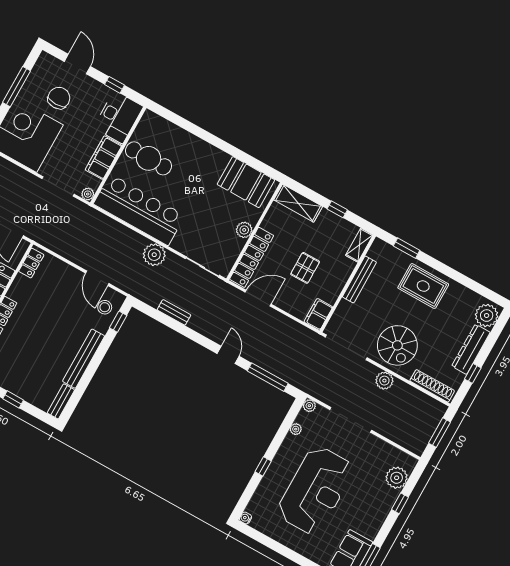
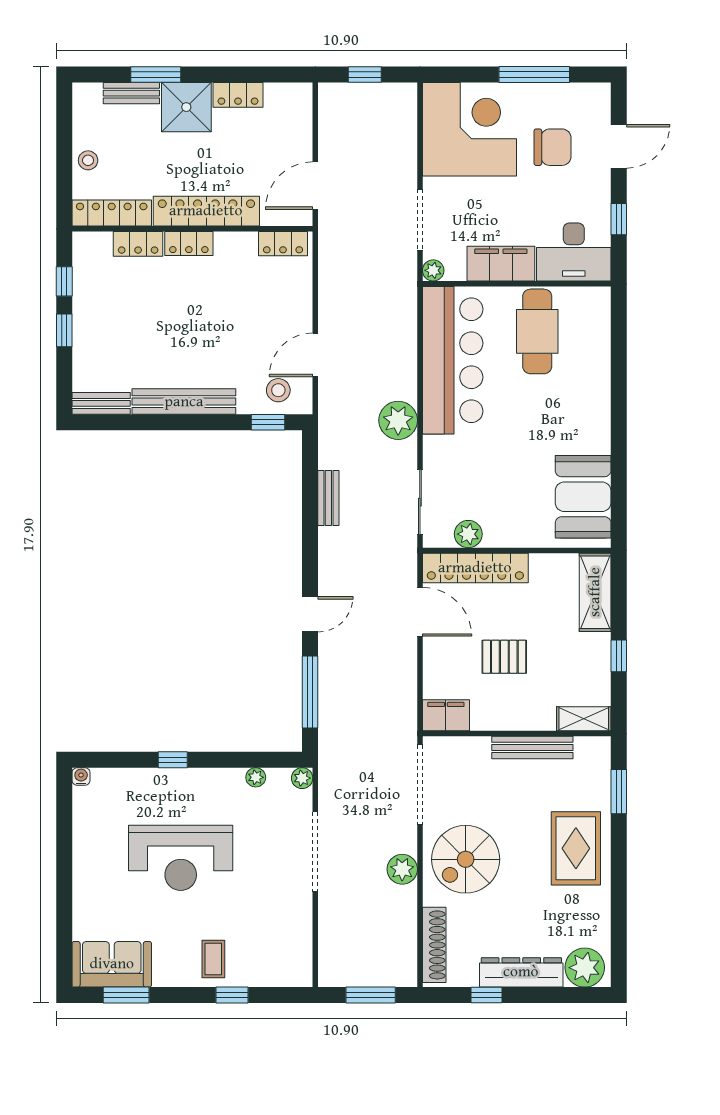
plant: (244, 230) -> (468, 534), moved
plant: (397, 478) -> (267, 969), removed
reception desk: (315, 490) -> (181, 858), width x0.74, depth x0.77
coffee table: (376, 503) -> (213, 959), added

